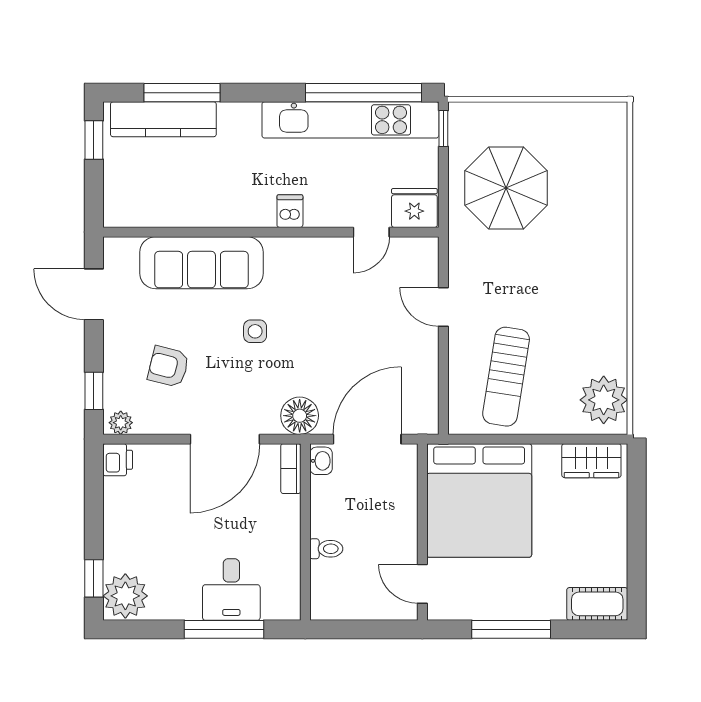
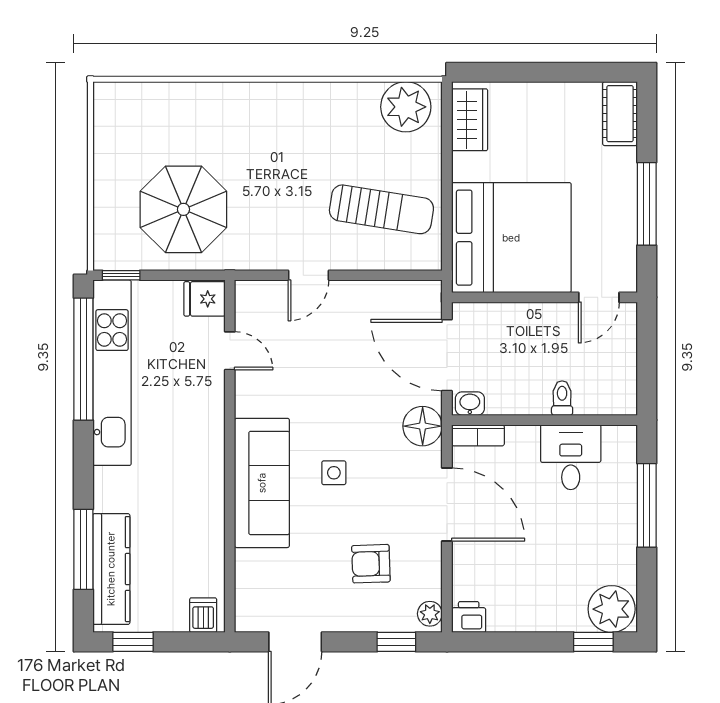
fridge: (414, 208) -> (204, 299), width x0.72
dishwasher: (290, 211) -> (203, 615), moved, turned 90
sofa: (201, 263) -> (262, 483), moved
armchair: (168, 367) -> (371, 564), turned 74
desk: (231, 590) -> (571, 457), moved, turned -90

